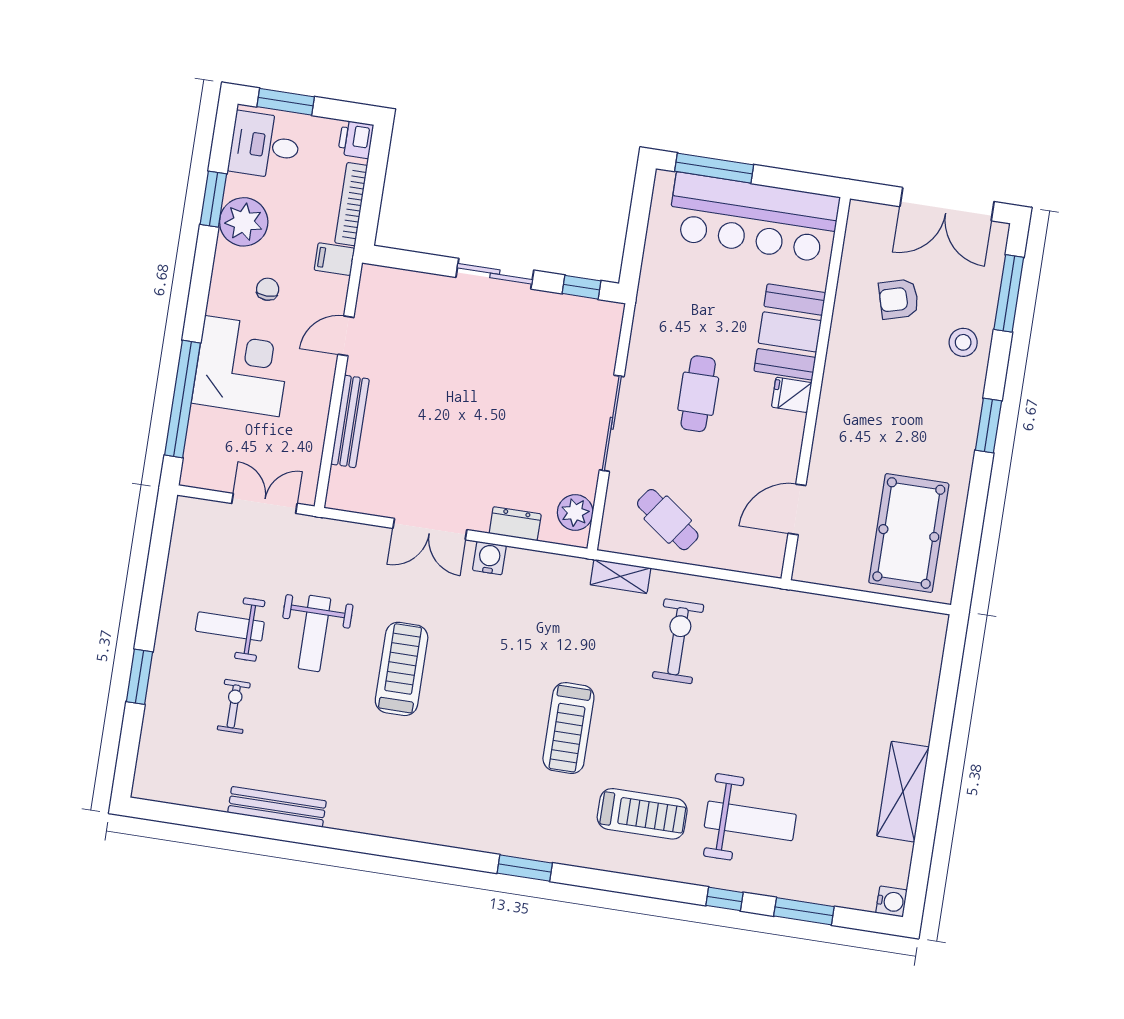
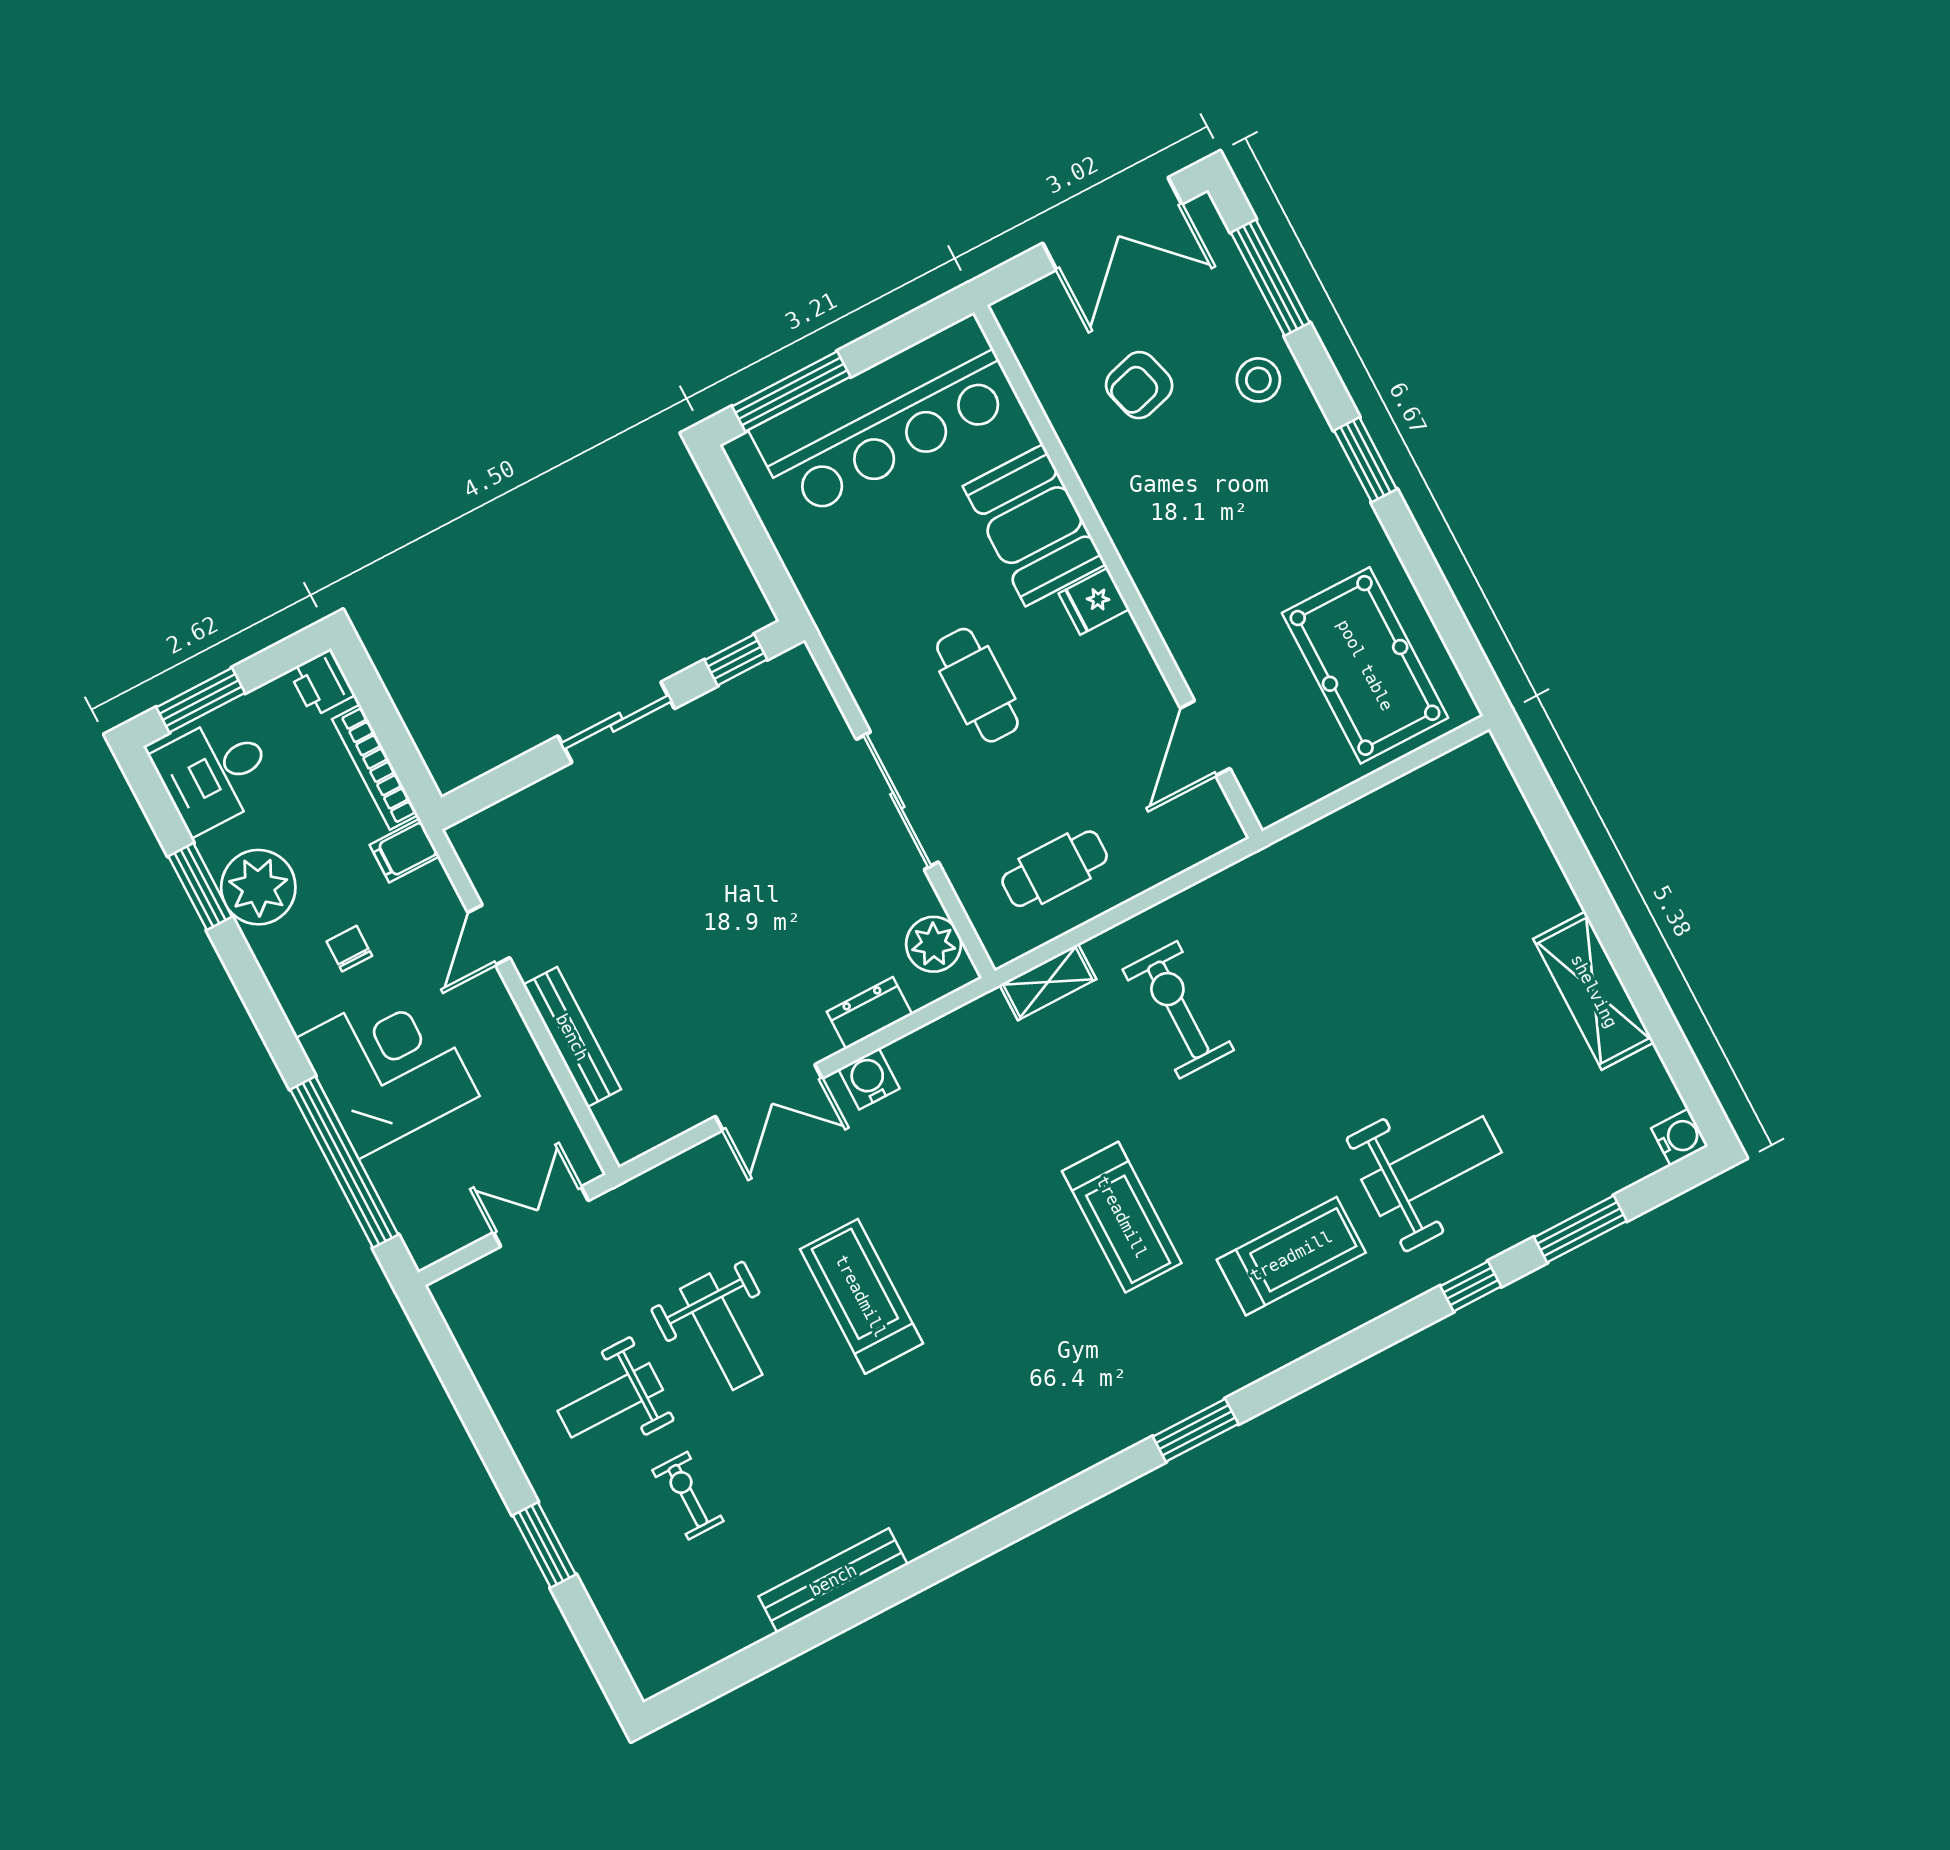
cafe table: (668, 520) -> (1055, 869), turned -36

